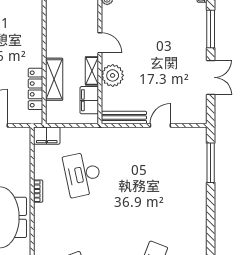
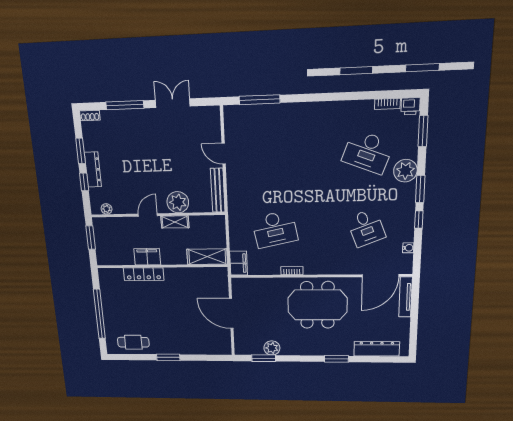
shelving: (54, 79) -> (207, 257), moved
locker: (35, 89) -> (144, 274), moved
filing cabinet: (89, 100) -> (147, 257), moved, turned 180

